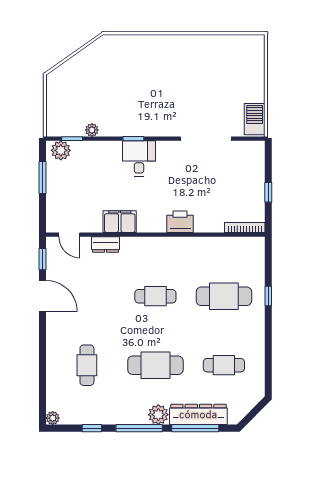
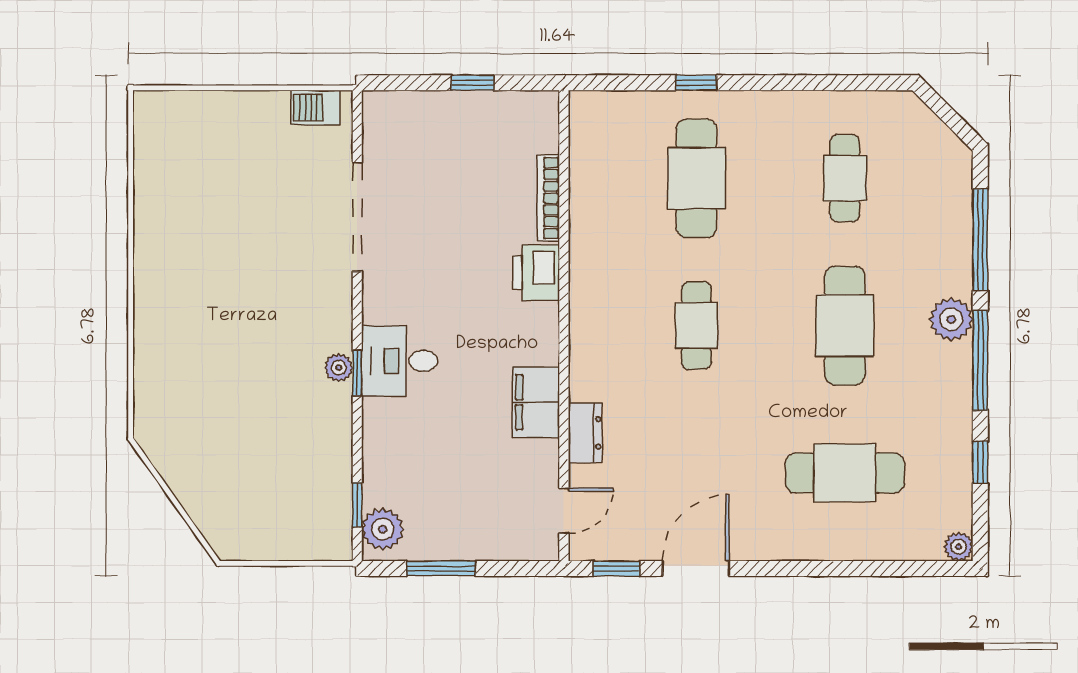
barbecue: (255, 119) -> (315, 108), width x0.73, depth x0.79
plant: (92, 130) -> (339, 368), moved
bookcase: (245, 227) -> (548, 198), moved
cafe table: (87, 365) -> (845, 473), width x1.37, depth x1.35
dresser: (198, 414) -> (951, 233), removed

